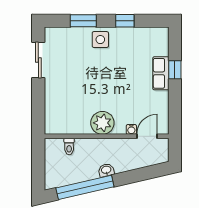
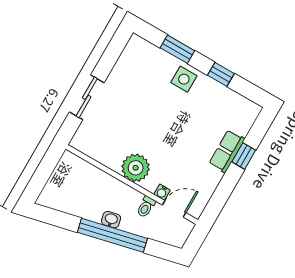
sliding door: (38, 60) -> (87, 97), moved
toilet: (69, 146) -> (146, 207), moved
window: (85, 187) -> (112, 235), moved

